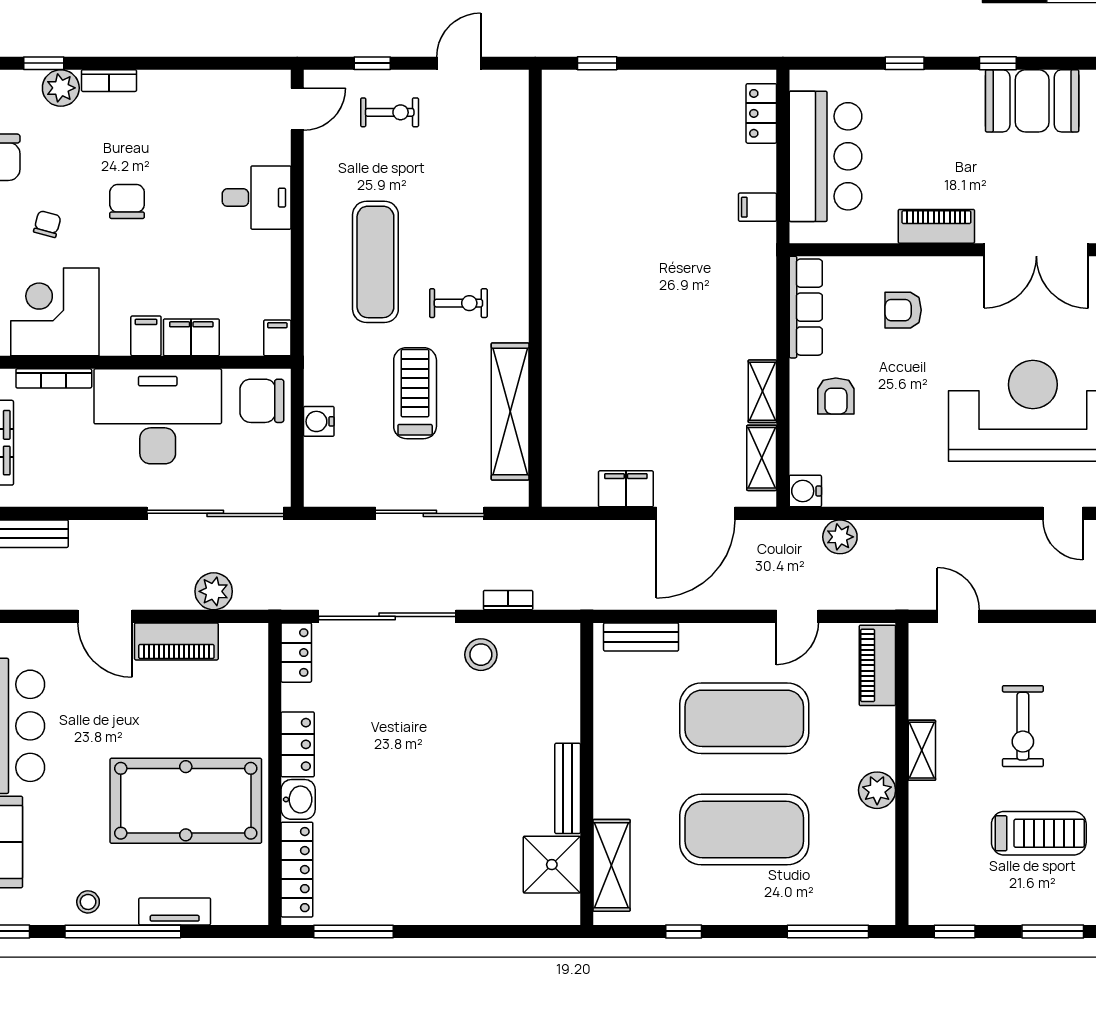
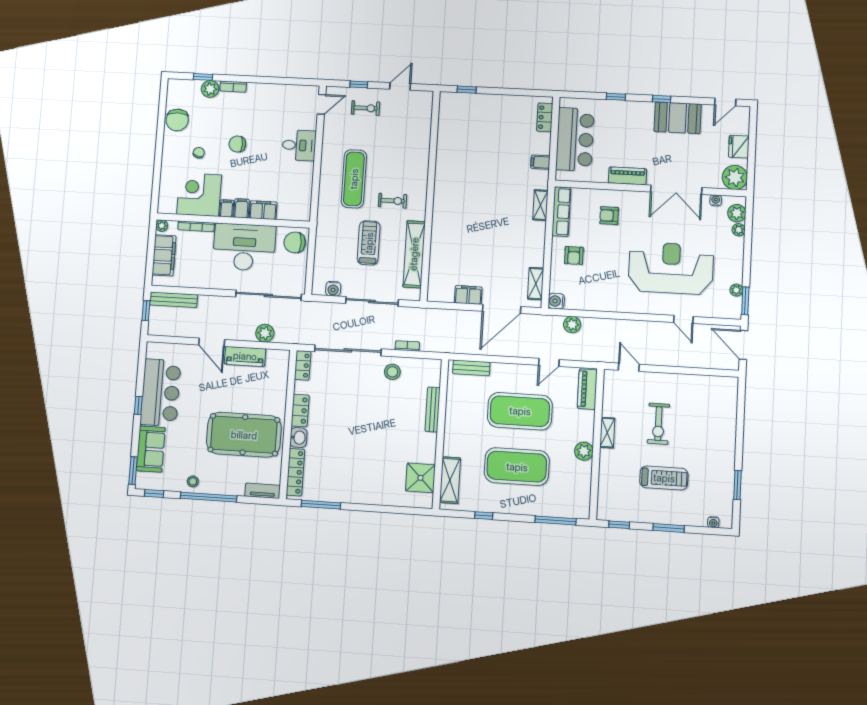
chair: (127, 201) -> (237, 144), turned -90
filing cabinet: (277, 338) -> (227, 208), moved
shelving: (762, 391) -> (540, 205), moved
water cooler: (319, 421) -> (333, 289), moved, turned -90
bench: (568, 788) -> (433, 409), moved
tv unit: (175, 911) -> (263, 491), moved

